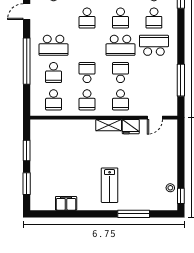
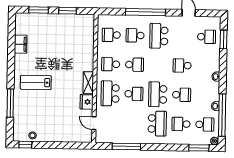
school desk: (120, 18) -> (182, 95), turned 180
school desk: (120, 100) -> (110, 93), width x1.85

